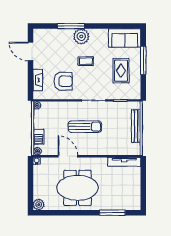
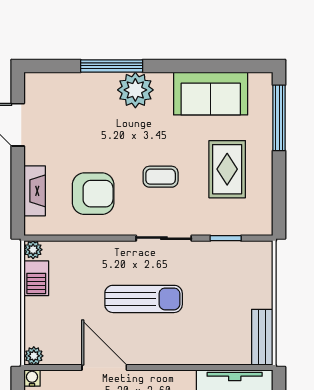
sofa: (125, 38) -> (211, 93), moved
window: (143, 60) -> (279, 118), moved
coffee table: (86, 61) -> (161, 177), moved
bench: (136, 126) -> (262, 337), moved, width x0.73
barbecue: (38, 137) -> (36, 278), moved

